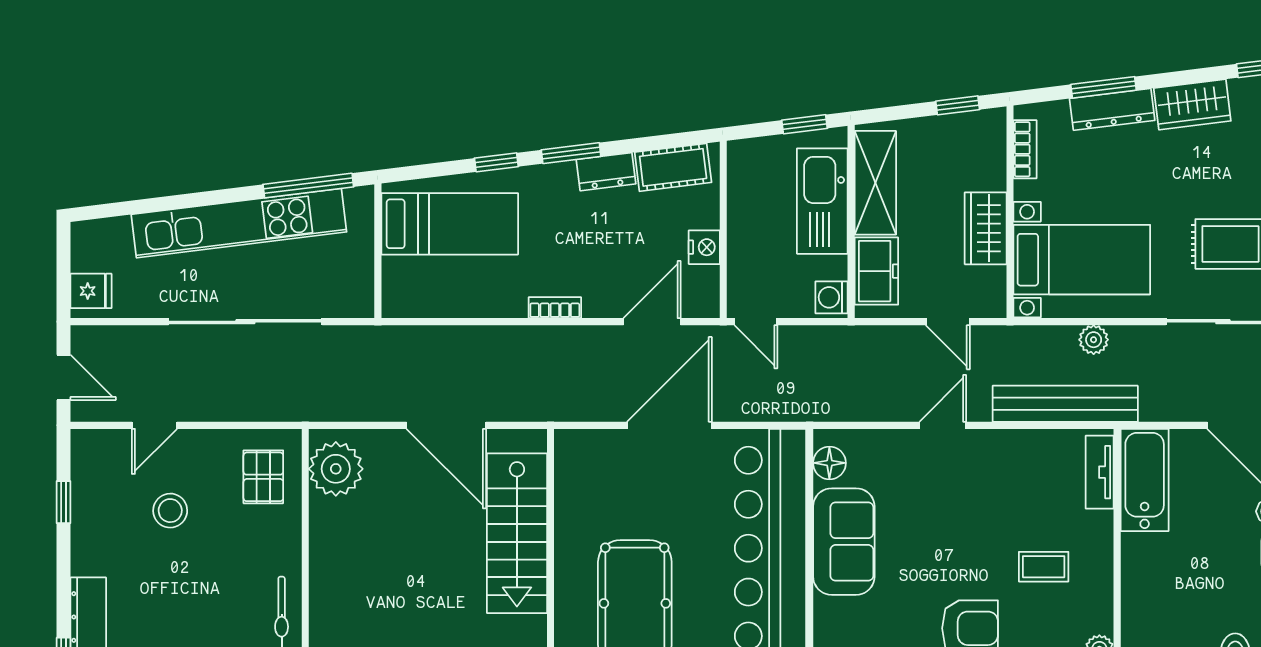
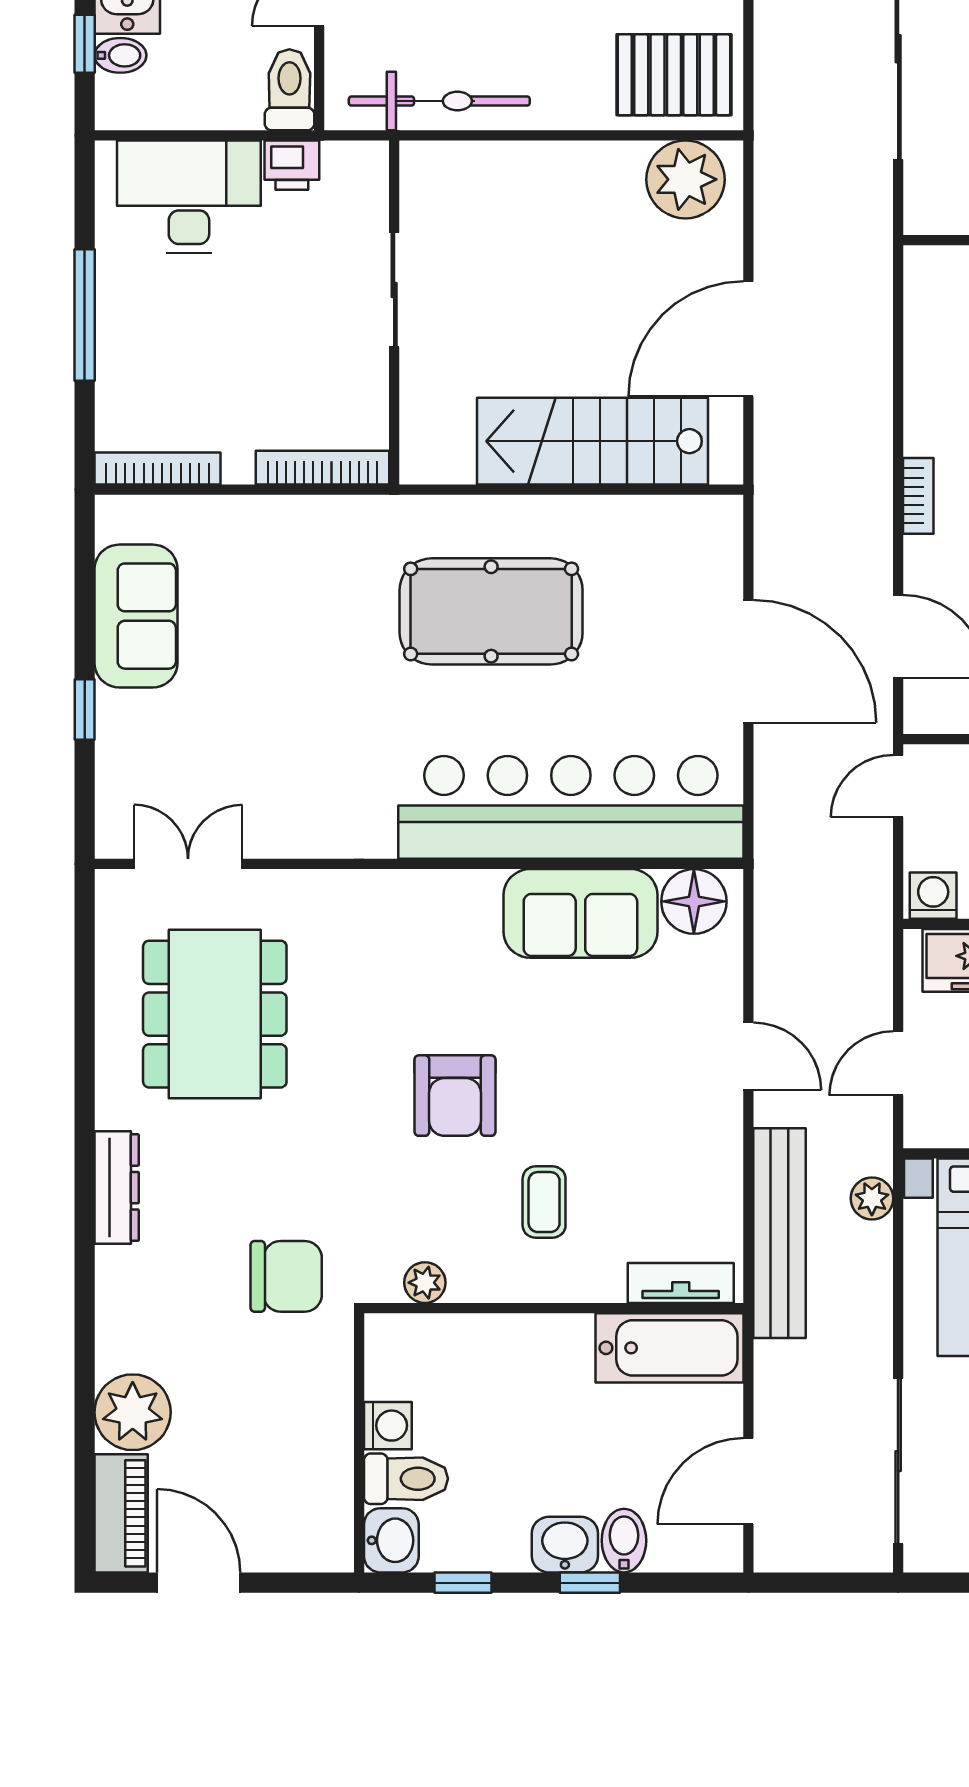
plant: (1094, 340) -> (872, 1198), moved
floor lamp: (829, 463) -> (694, 901), width x1.38, depth x1.38
pallet: (263, 477) -> (674, 75), width x1.50, depth x1.42

